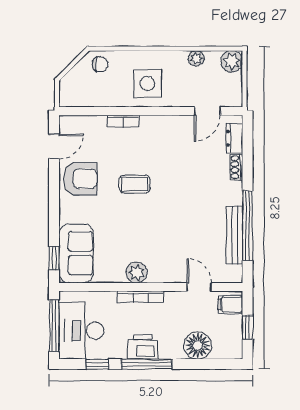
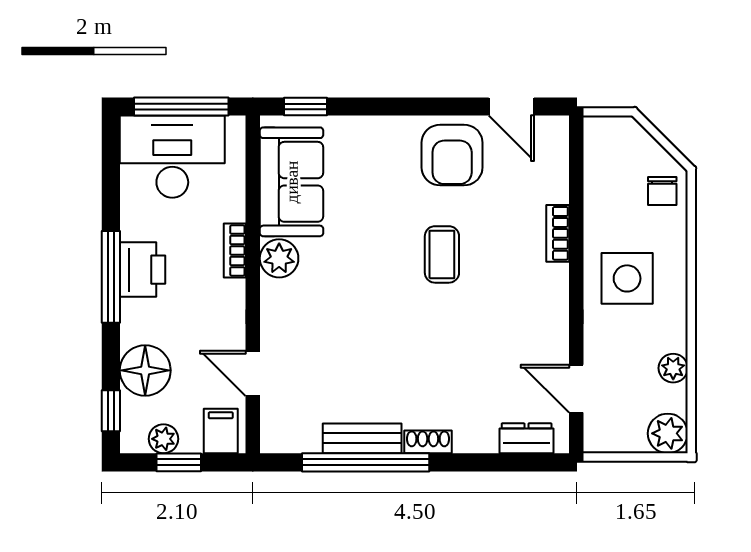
shoe rack: (236, 167) -> (428, 442), moved
bench: (234, 235) -> (362, 438), width x0.73
sofa: (76, 253) -> (292, 182), moved, turned -90
door: (199, 287) -> (253, 373), swing flipped
bookcase: (141, 297) -> (235, 251), width x0.64
plant: (235, 335) -> (163, 439), added
window: (97, 364) -> (111, 411), moved

